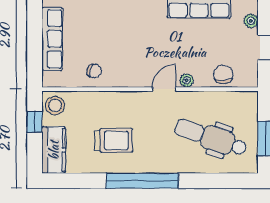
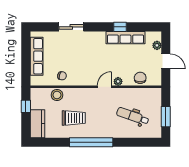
stool: (55, 106) -> (57, 95), moved
dental chair: (211, 138) -> (133, 116), width x0.73, depth x0.72

